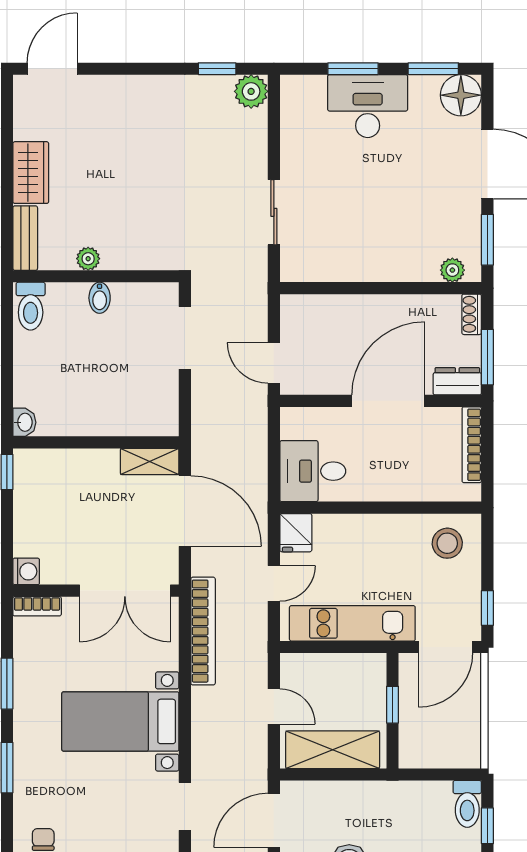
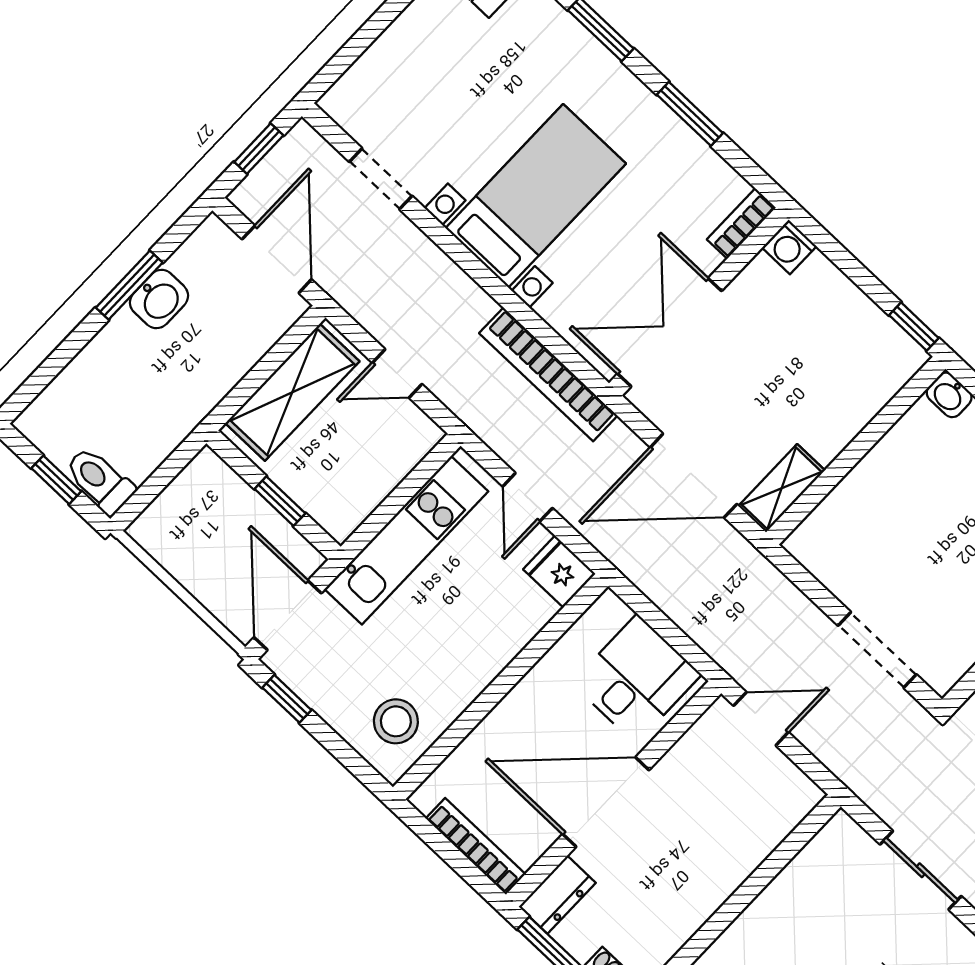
door: (388, 401) -> (606, 802), swing flipped
desk: (313, 471) -> (636, 679), moved

